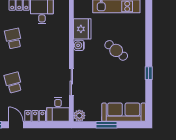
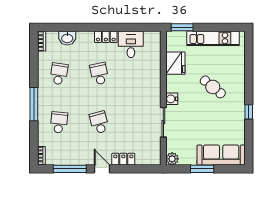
water cooler: (79, 45) -> (172, 99), moved
desk: (58, 109) -> (149, 152), removed

